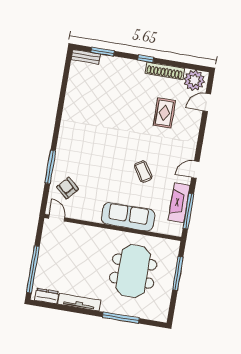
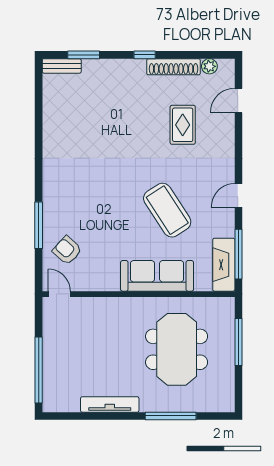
plant: (194, 80) -> (209, 66), width x0.53, depth x0.53
coffee table: (143, 171) -> (167, 210), width x1.86, depth x1.72
fireplace: (179, 203) -> (224, 265), moved
dresser: (47, 296) -> (64, 404), removed

